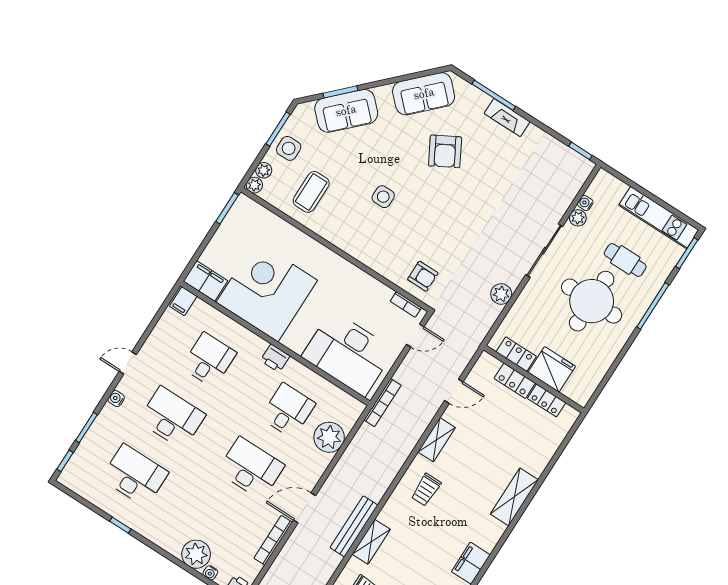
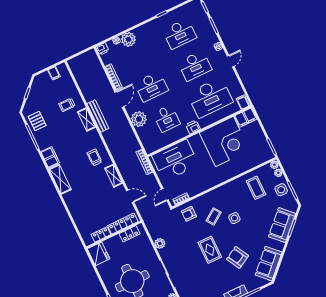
rug: (461, 205) -> (210, 250), added
coffee table: (402, 233) -> (214, 216), added
desk: (209, 360) -> (210, 98), width x1.87, depth x1.30
fridge: (552, 369) -> (99, 254), moved, turned -90
locker: (515, 381) -> (123, 224), width x1.53
door: (454, 391) -> (130, 196), swing flipped
plant: (329, 437) -> (139, 119), moved
shelving: (514, 497) -> (60, 179), moved

